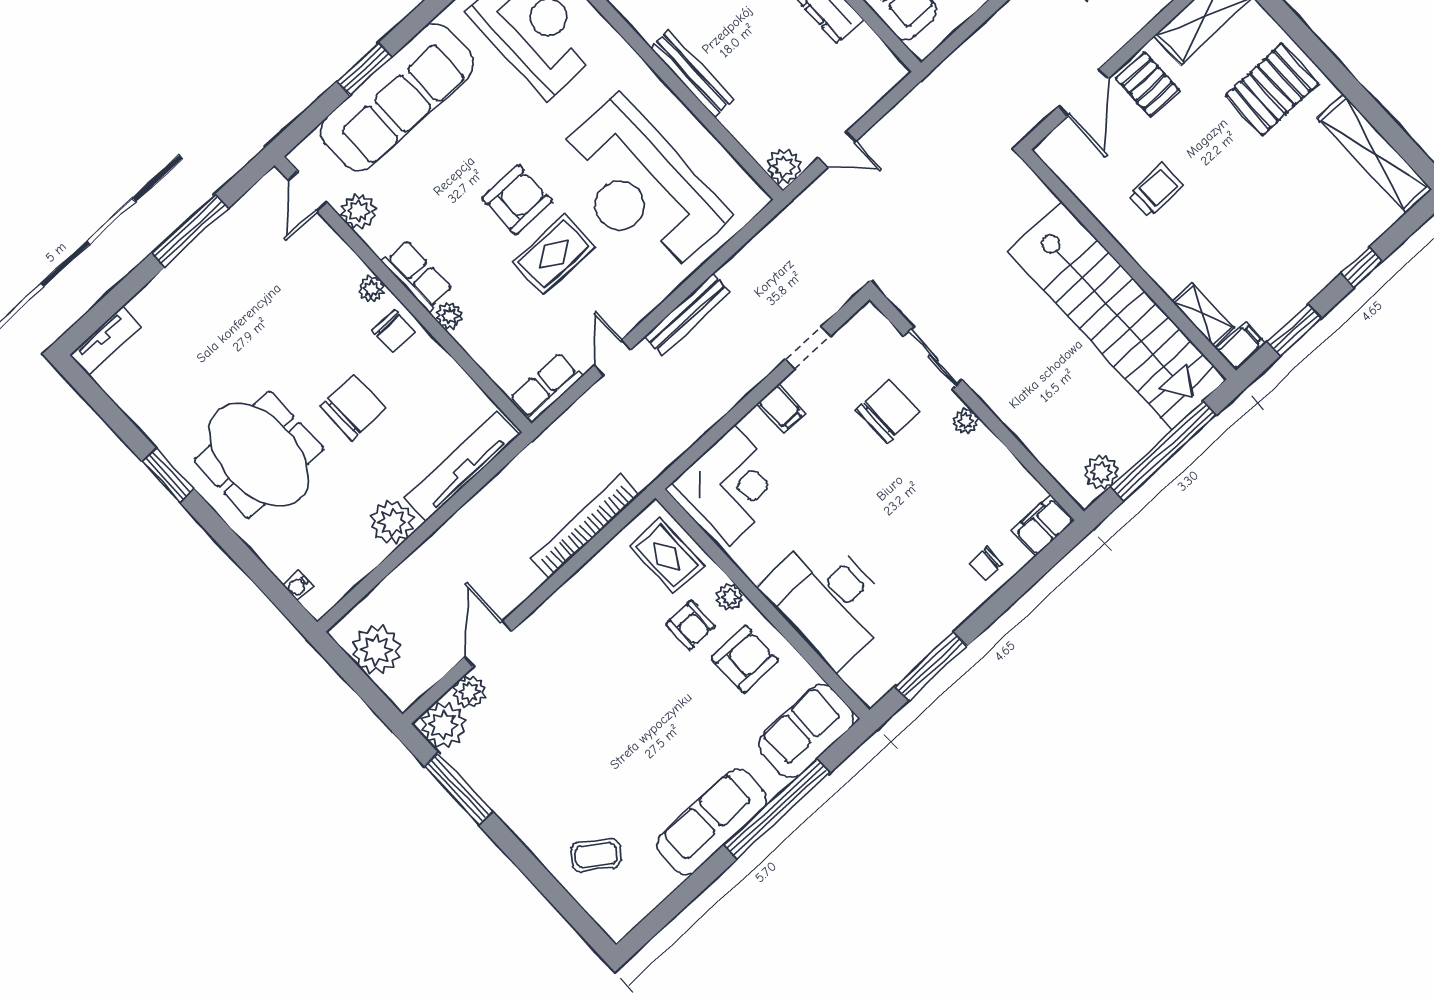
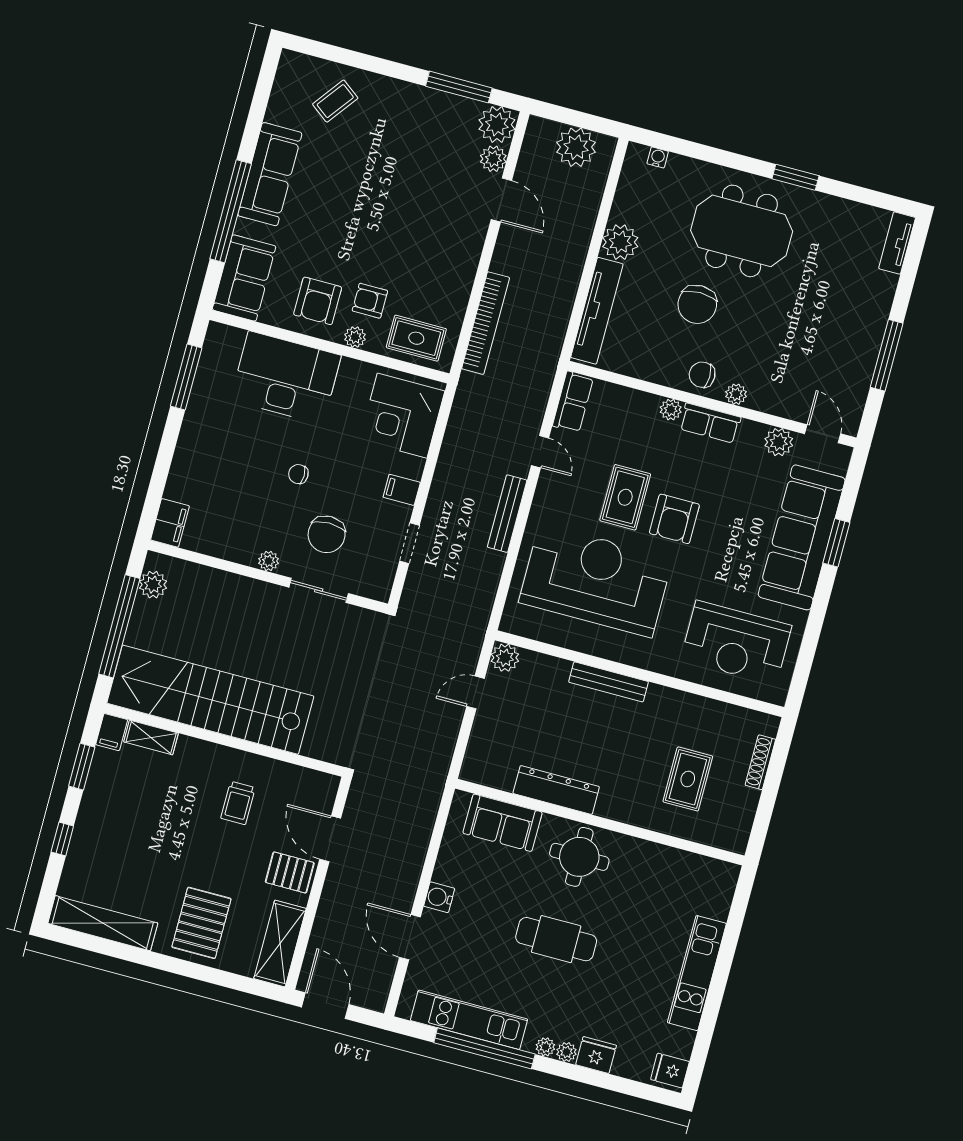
chair: (986, 564) -> (298, 474), moved, turned -90

